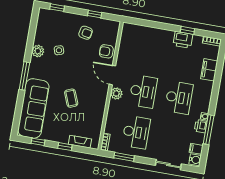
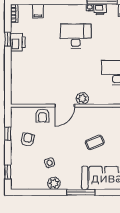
filing cabinet: (209, 70) -> (38, 11), width x0.50
desk: (143, 91) -> (76, 72), removed

